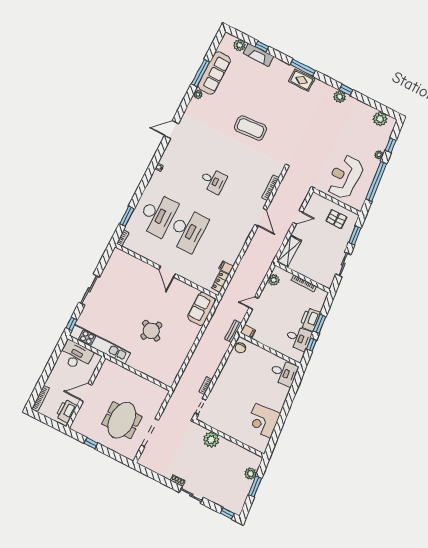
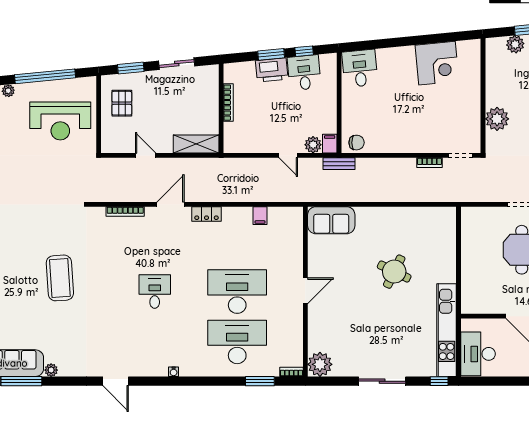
plant: (118, 258) -> (320, 364), added
plant: (274, 280) -> (313, 145), moved
locker: (220, 282) -> (206, 214), moved

